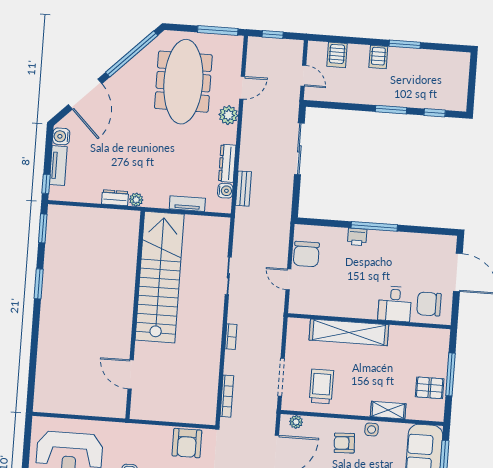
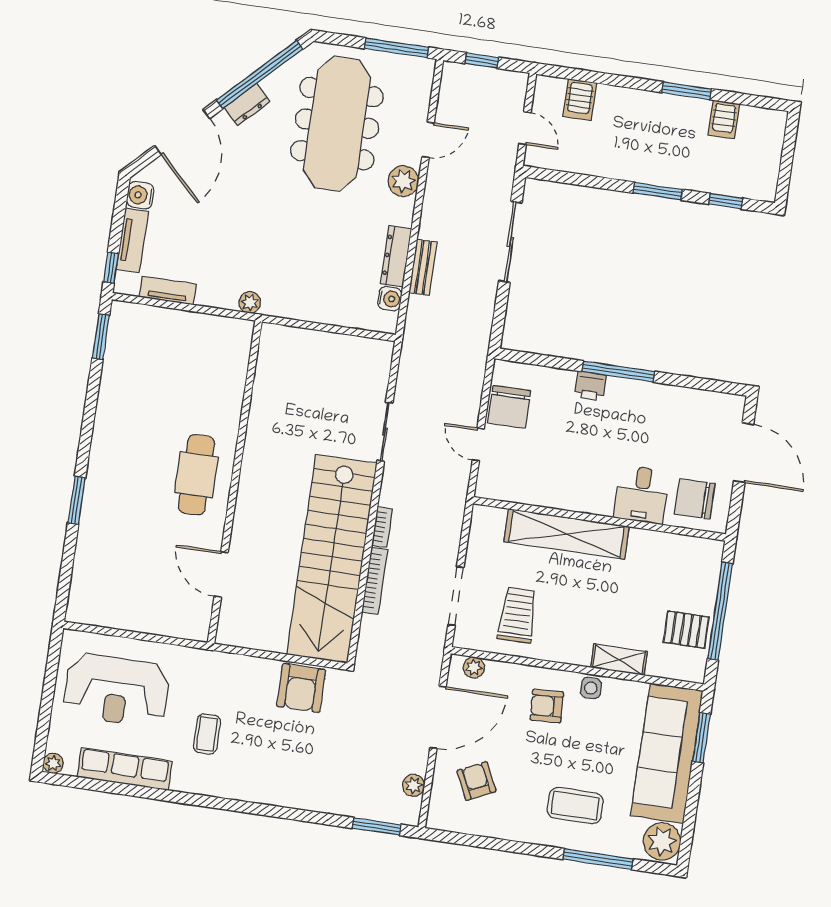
server rack: (378, 57) -> (724, 119), moved
bench: (243, 189) -> (423, 267), moved
dresser: (115, 198) -> (247, 105), moved, turned 135
tv unit: (187, 204) -> (168, 291), moved
stairs: (160, 277) -> (332, 559), moved, turned 180
window: (39, 284) -> (77, 500), moved
cafe table: (110, 312) -> (196, 475), added
window: (450, 374) -> (720, 611), width x1.46
bookcase: (227, 396) -> (375, 581), moved

